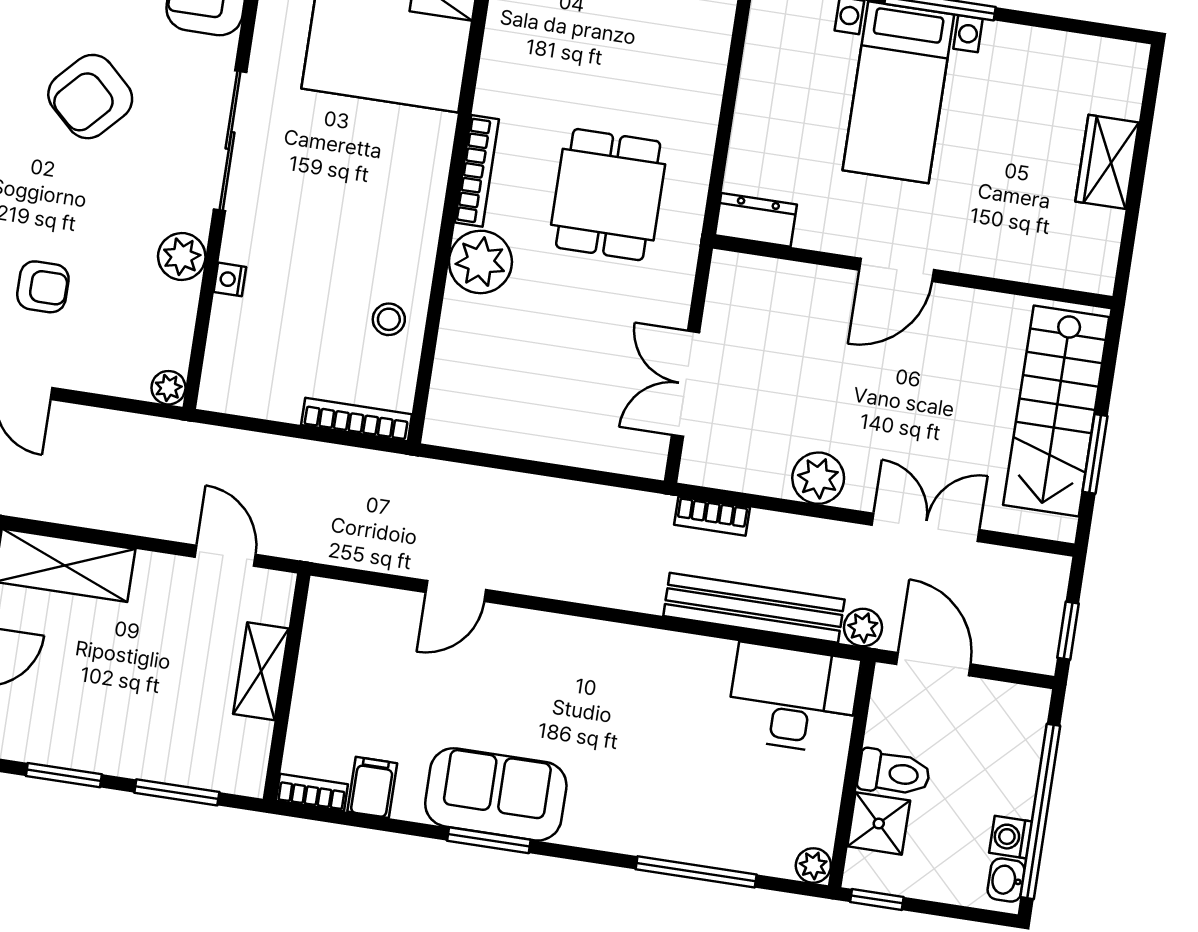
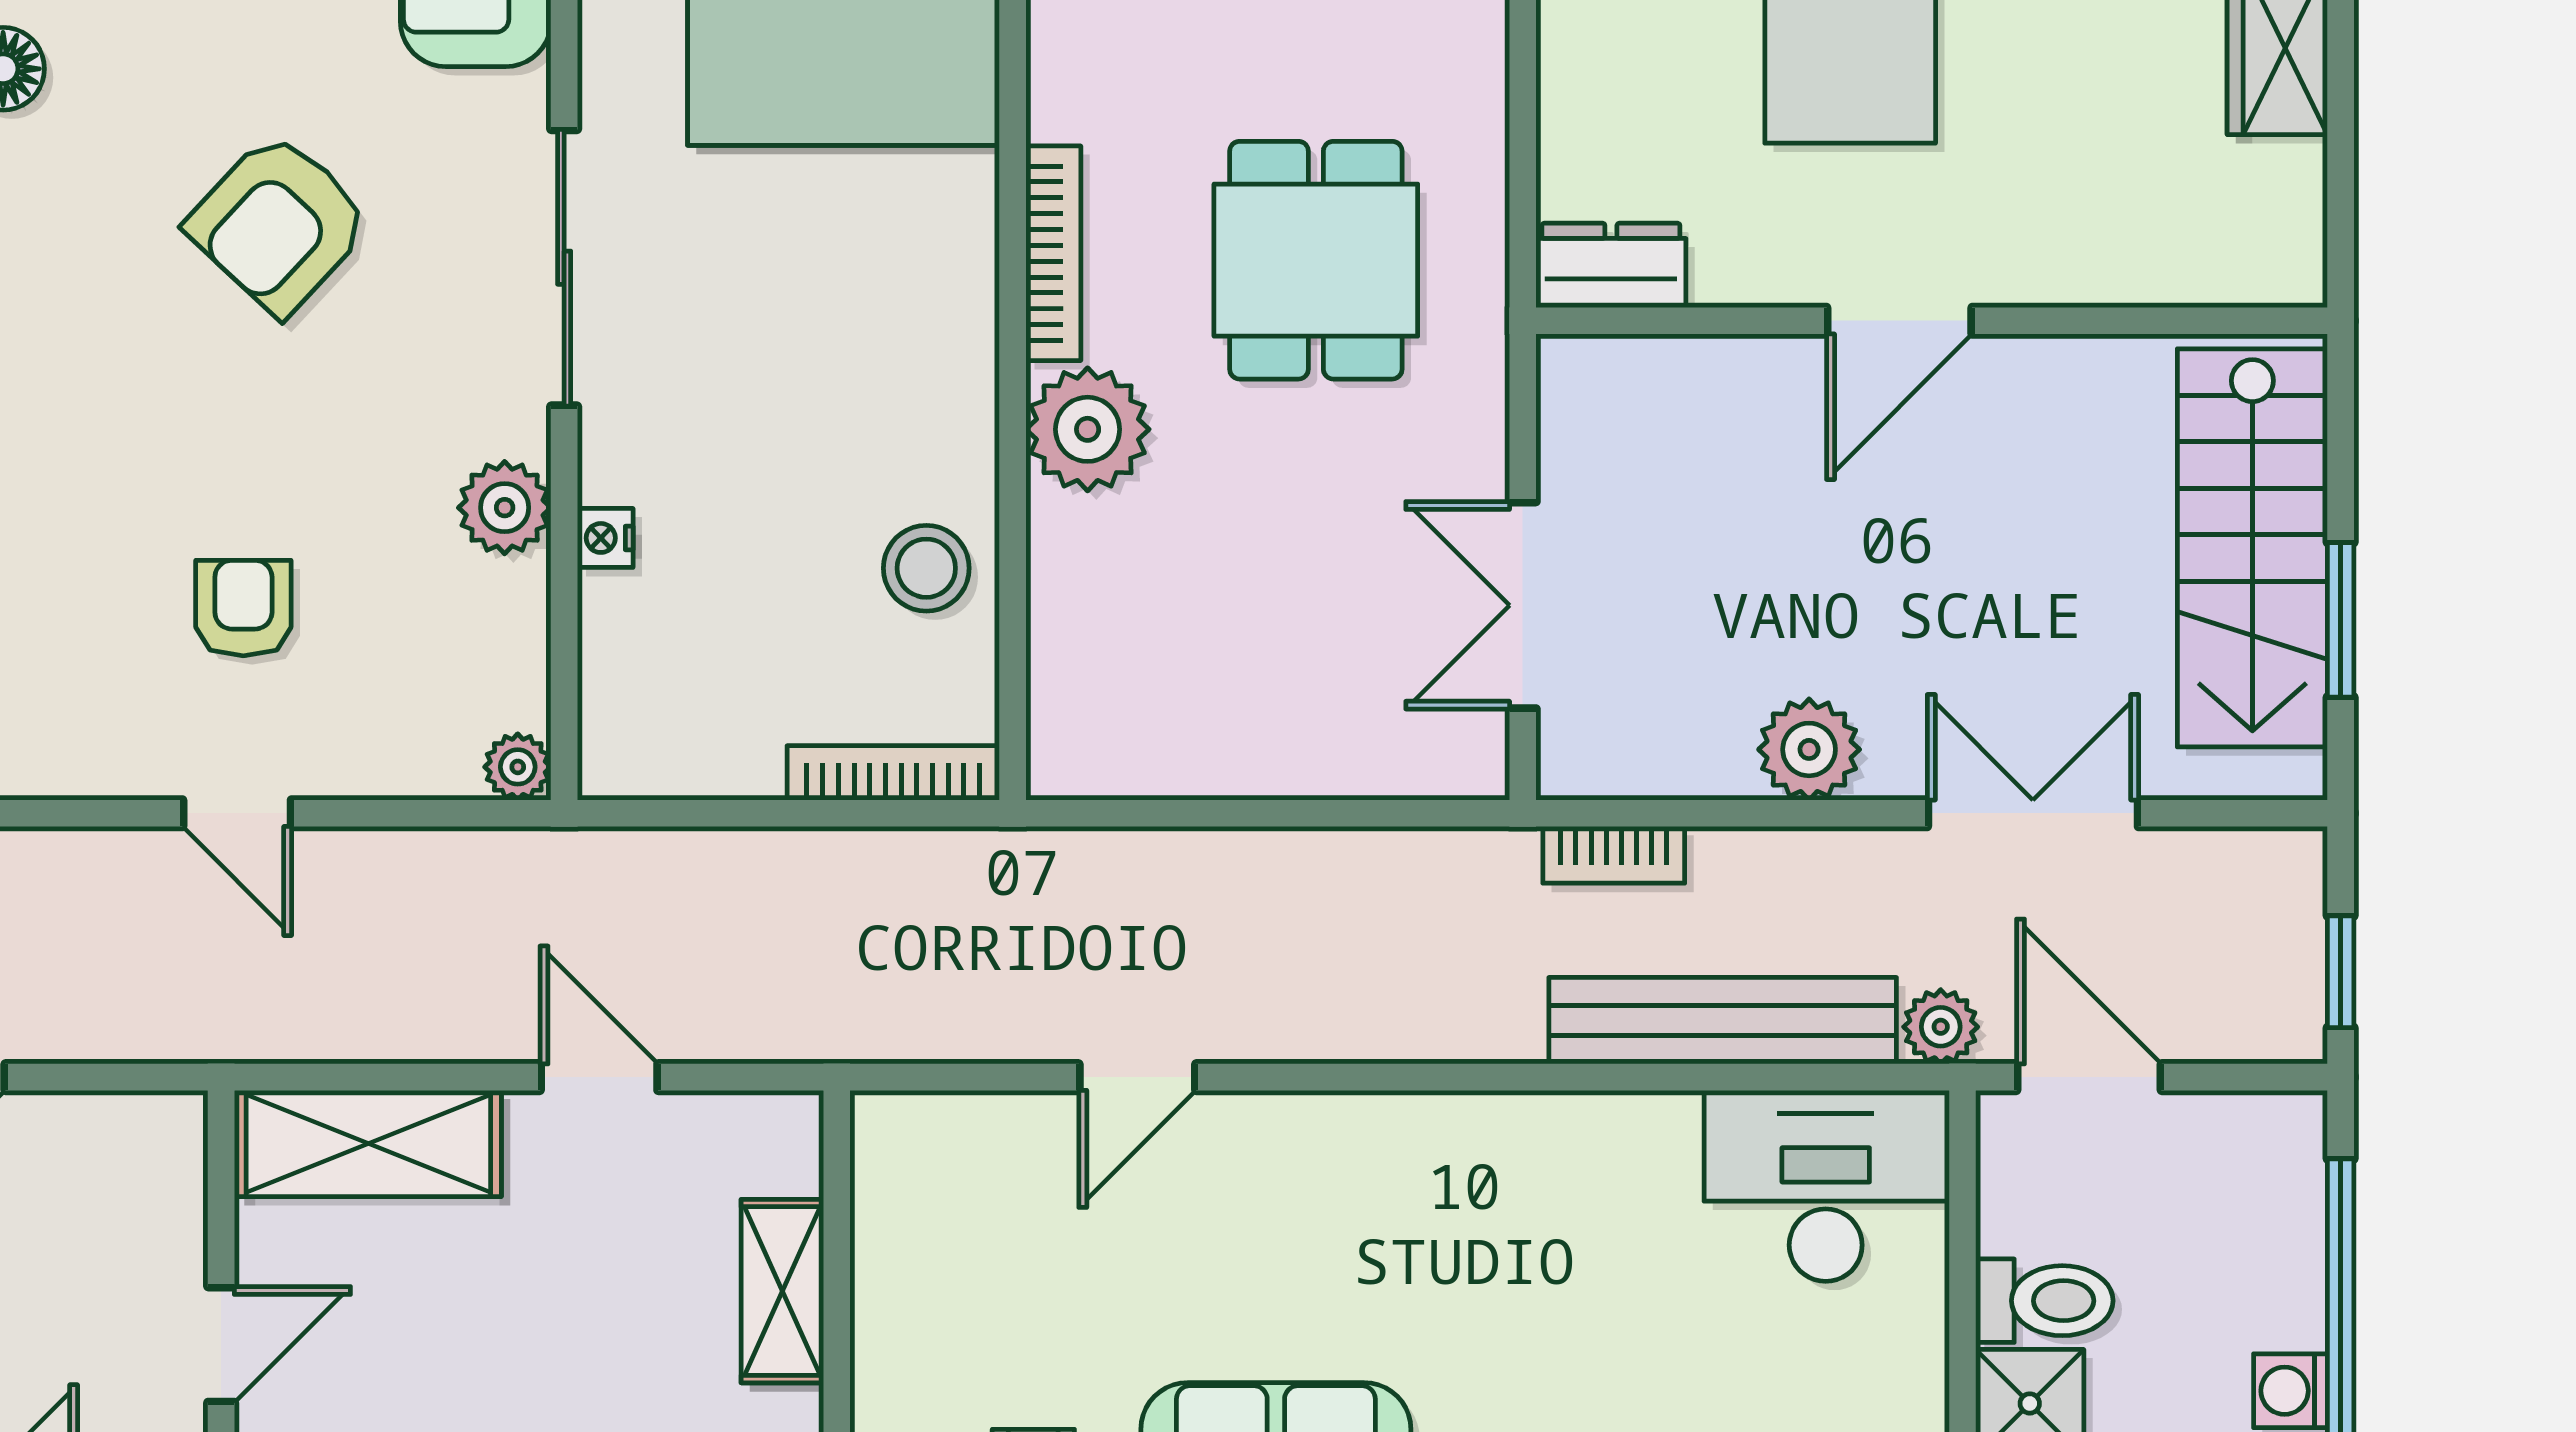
armchair: (43, 287) -> (243, 608), turned -90
stool: (389, 319) -> (926, 568), width x1.37, depth x1.37
door: (225, 556) -> (599, 1077), moved

